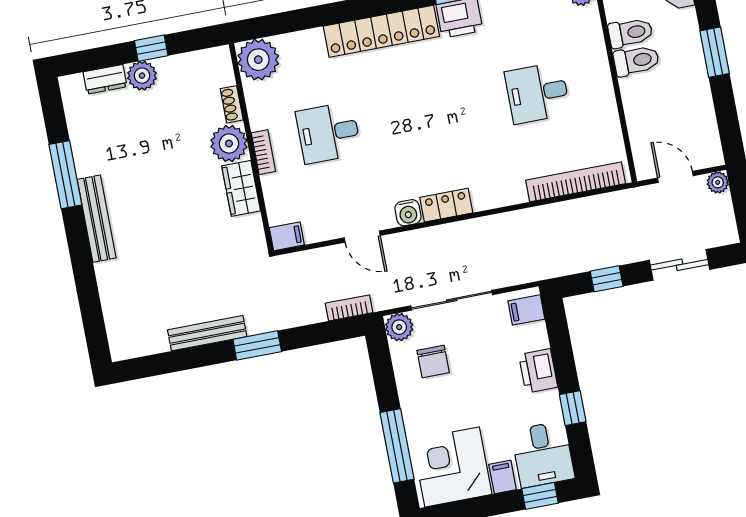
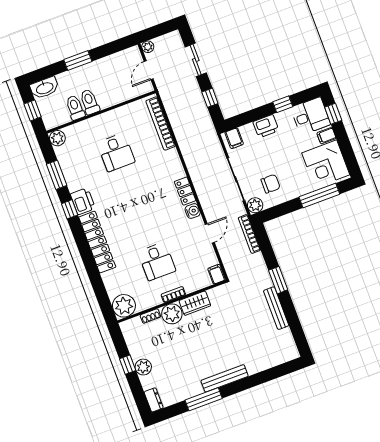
dresser: (105, 79) -> (154, 400), moved
bookcase: (349, 308) -> (249, 234), width x1.56

